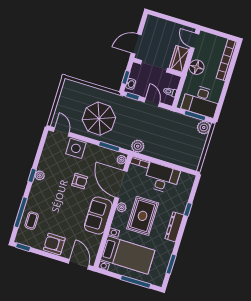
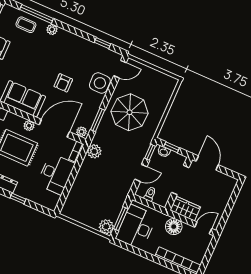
window: (32, 175) -> (103, 43), moved
plant: (40, 175) -> (52, 30), moved

